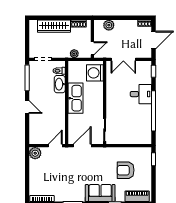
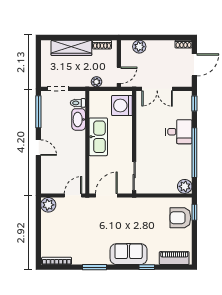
plant: (146, 138) -> (185, 186), added
armchair: (126, 170) -> (180, 218), moved

